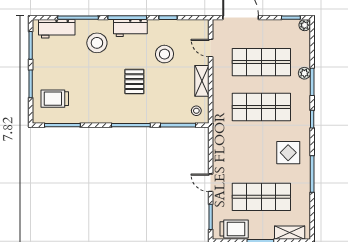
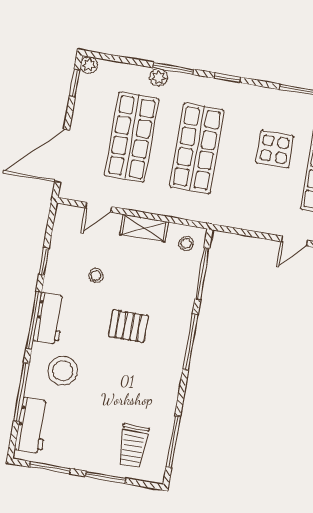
stool: (164, 54) -> (96, 276), width x0.53, depth x0.53
display table: (288, 153) -> (275, 149), moved

